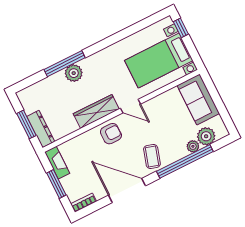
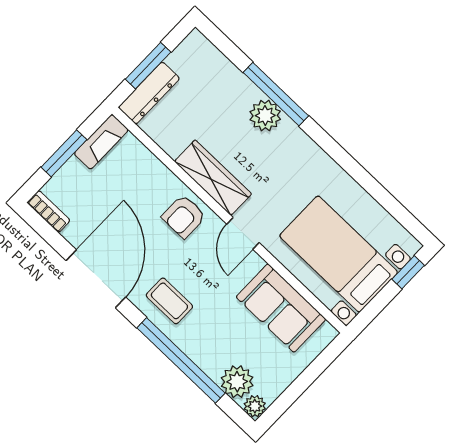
sofa: (198, 99) -> (281, 308), moved, turned -90
armchair: (111, 134) -> (184, 216), turned 90
plant: (193, 146) -> (255, 406), moved
coffee table: (152, 157) -> (169, 301), turned 73

